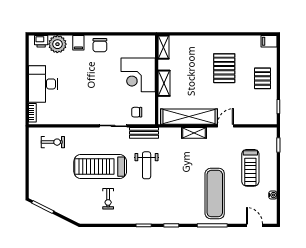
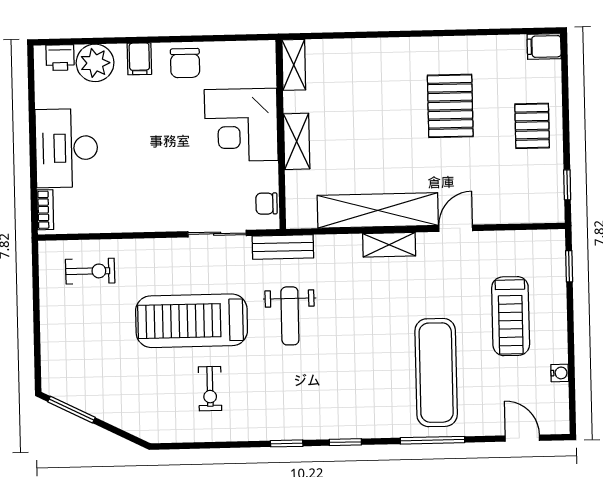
shelving: (163, 47) -> (294, 65), moved
corner desk: (138, 75) -> (241, 125), moved
wall: (157, 80) -> (281, 134), moved
shelving: (164, 83) -> (297, 141), moved

